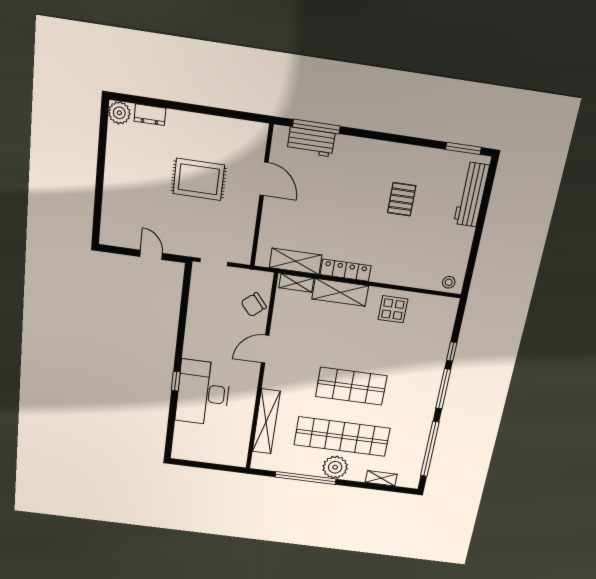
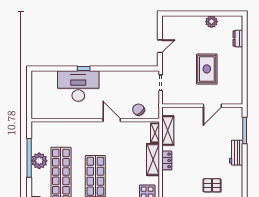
plant: (119, 113) -> (211, 22), moved
workbench: (311, 142) -> (236, 153), moved
locker: (346, 270) -> (167, 160), width x0.66
shelving: (266, 422) -> (65, 127), removed
plant: (335, 467) -> (39, 161), moved

